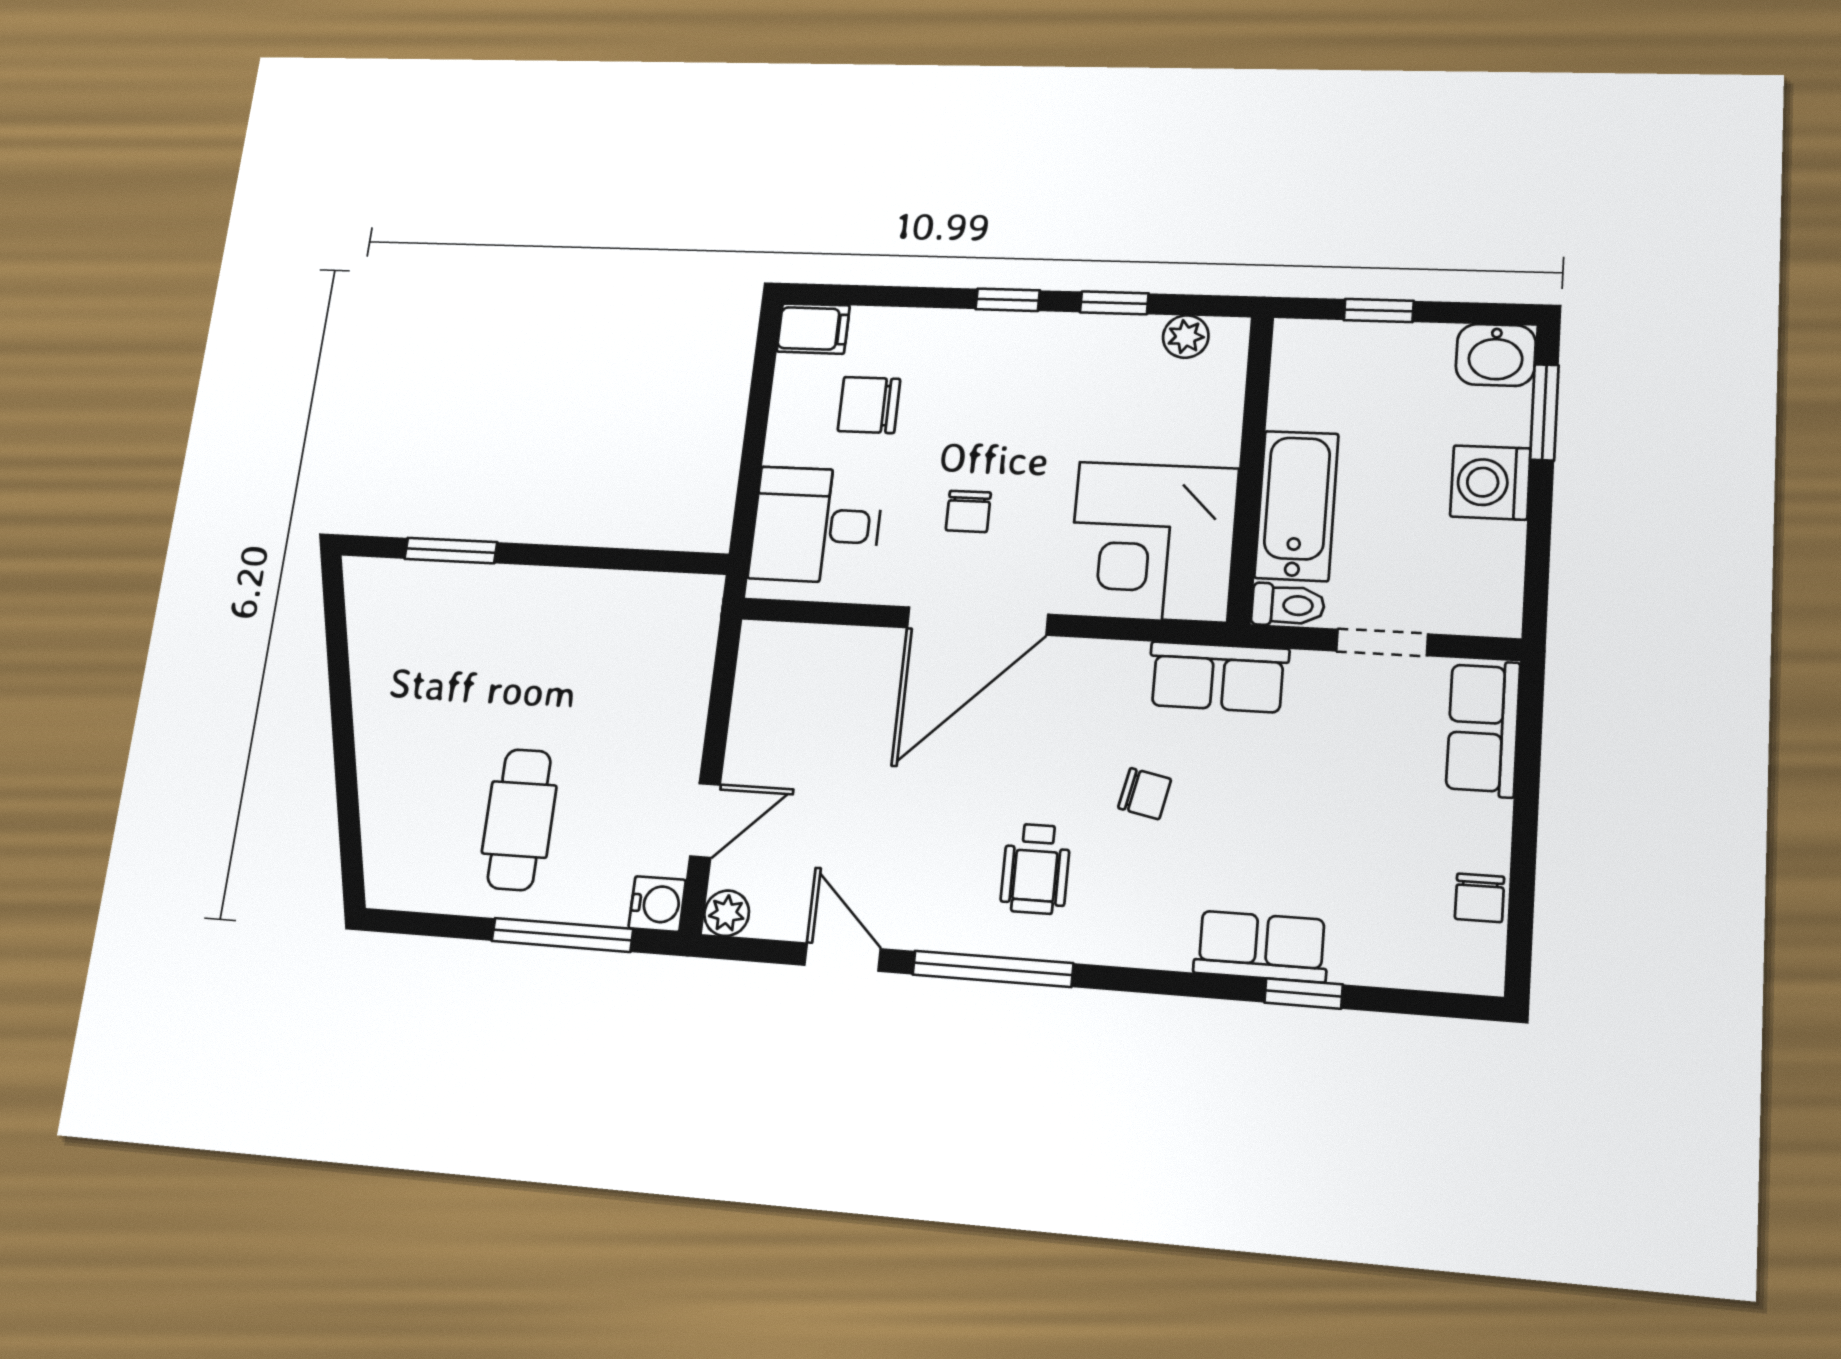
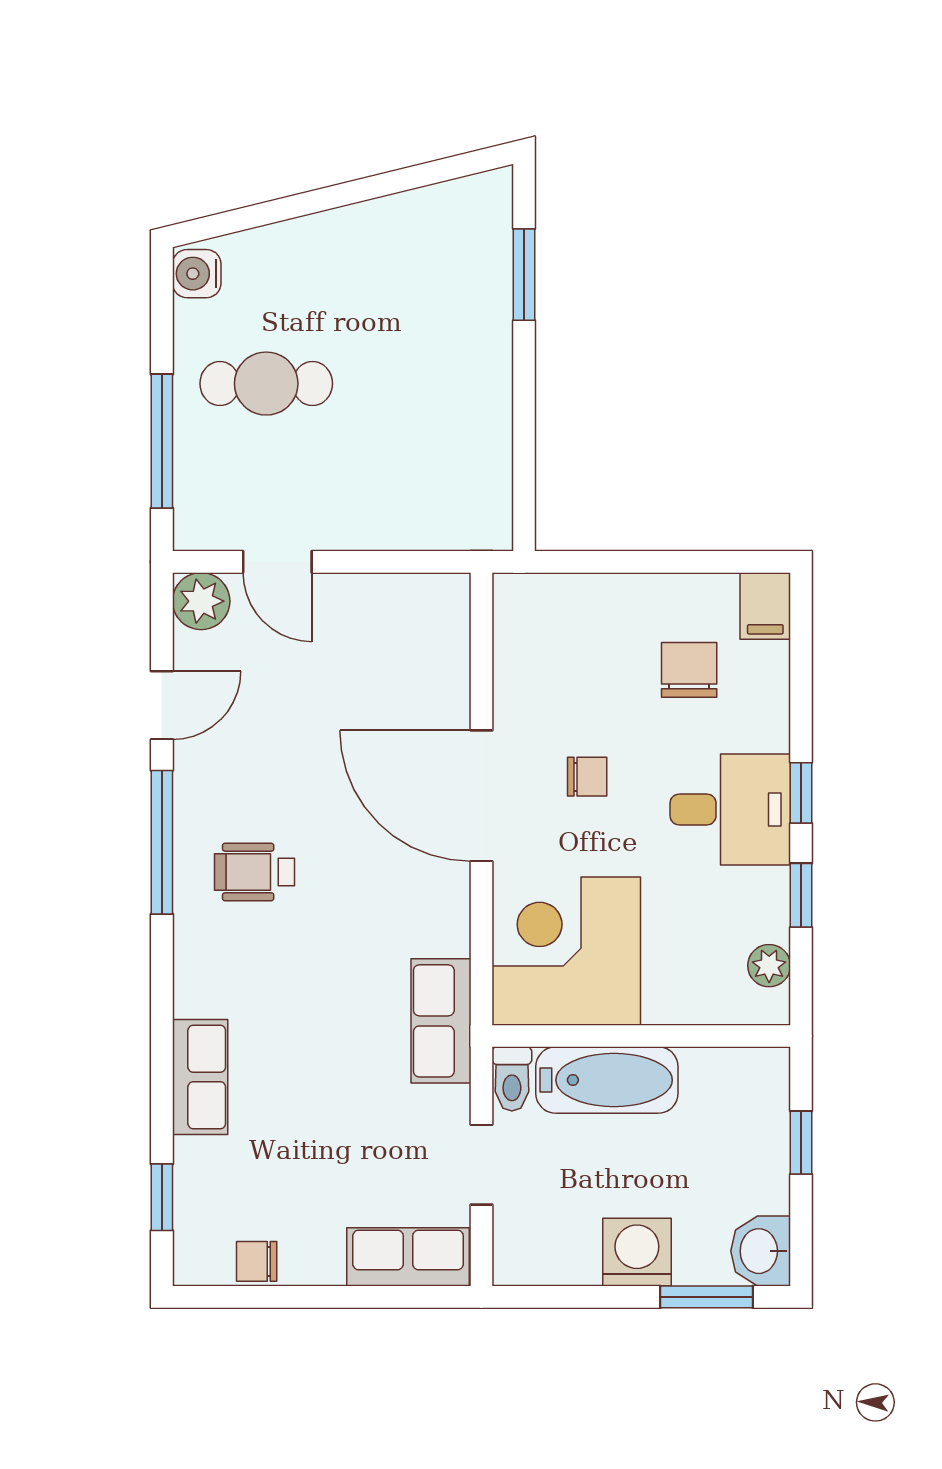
chair: (968, 511) -> (587, 777), turned 180
desk: (816, 525) -> (730, 809), moved, turned 90
chair: (1145, 794) -> (329, 964), removed
water cooler: (657, 904) -> (197, 274), moved, turned 90
plant: (727, 913) -> (201, 601), width x1.38, depth x1.38
window: (1304, 993) -> (162, 1197), moved

